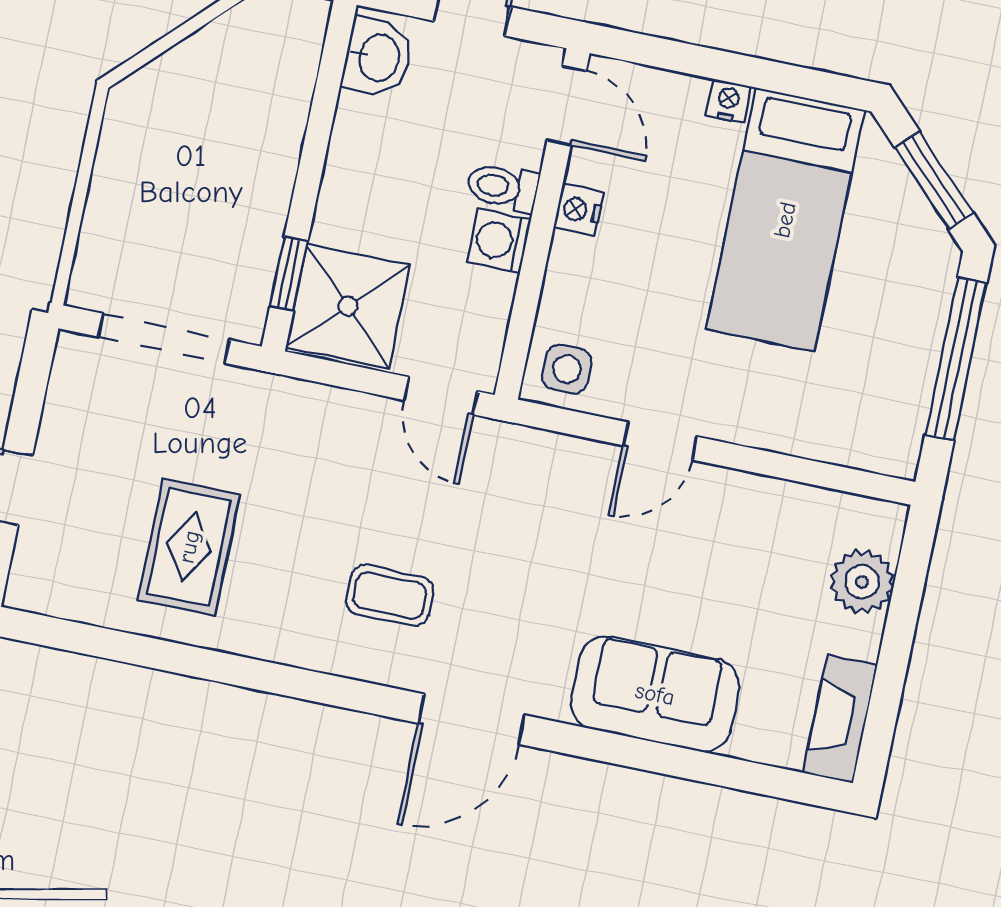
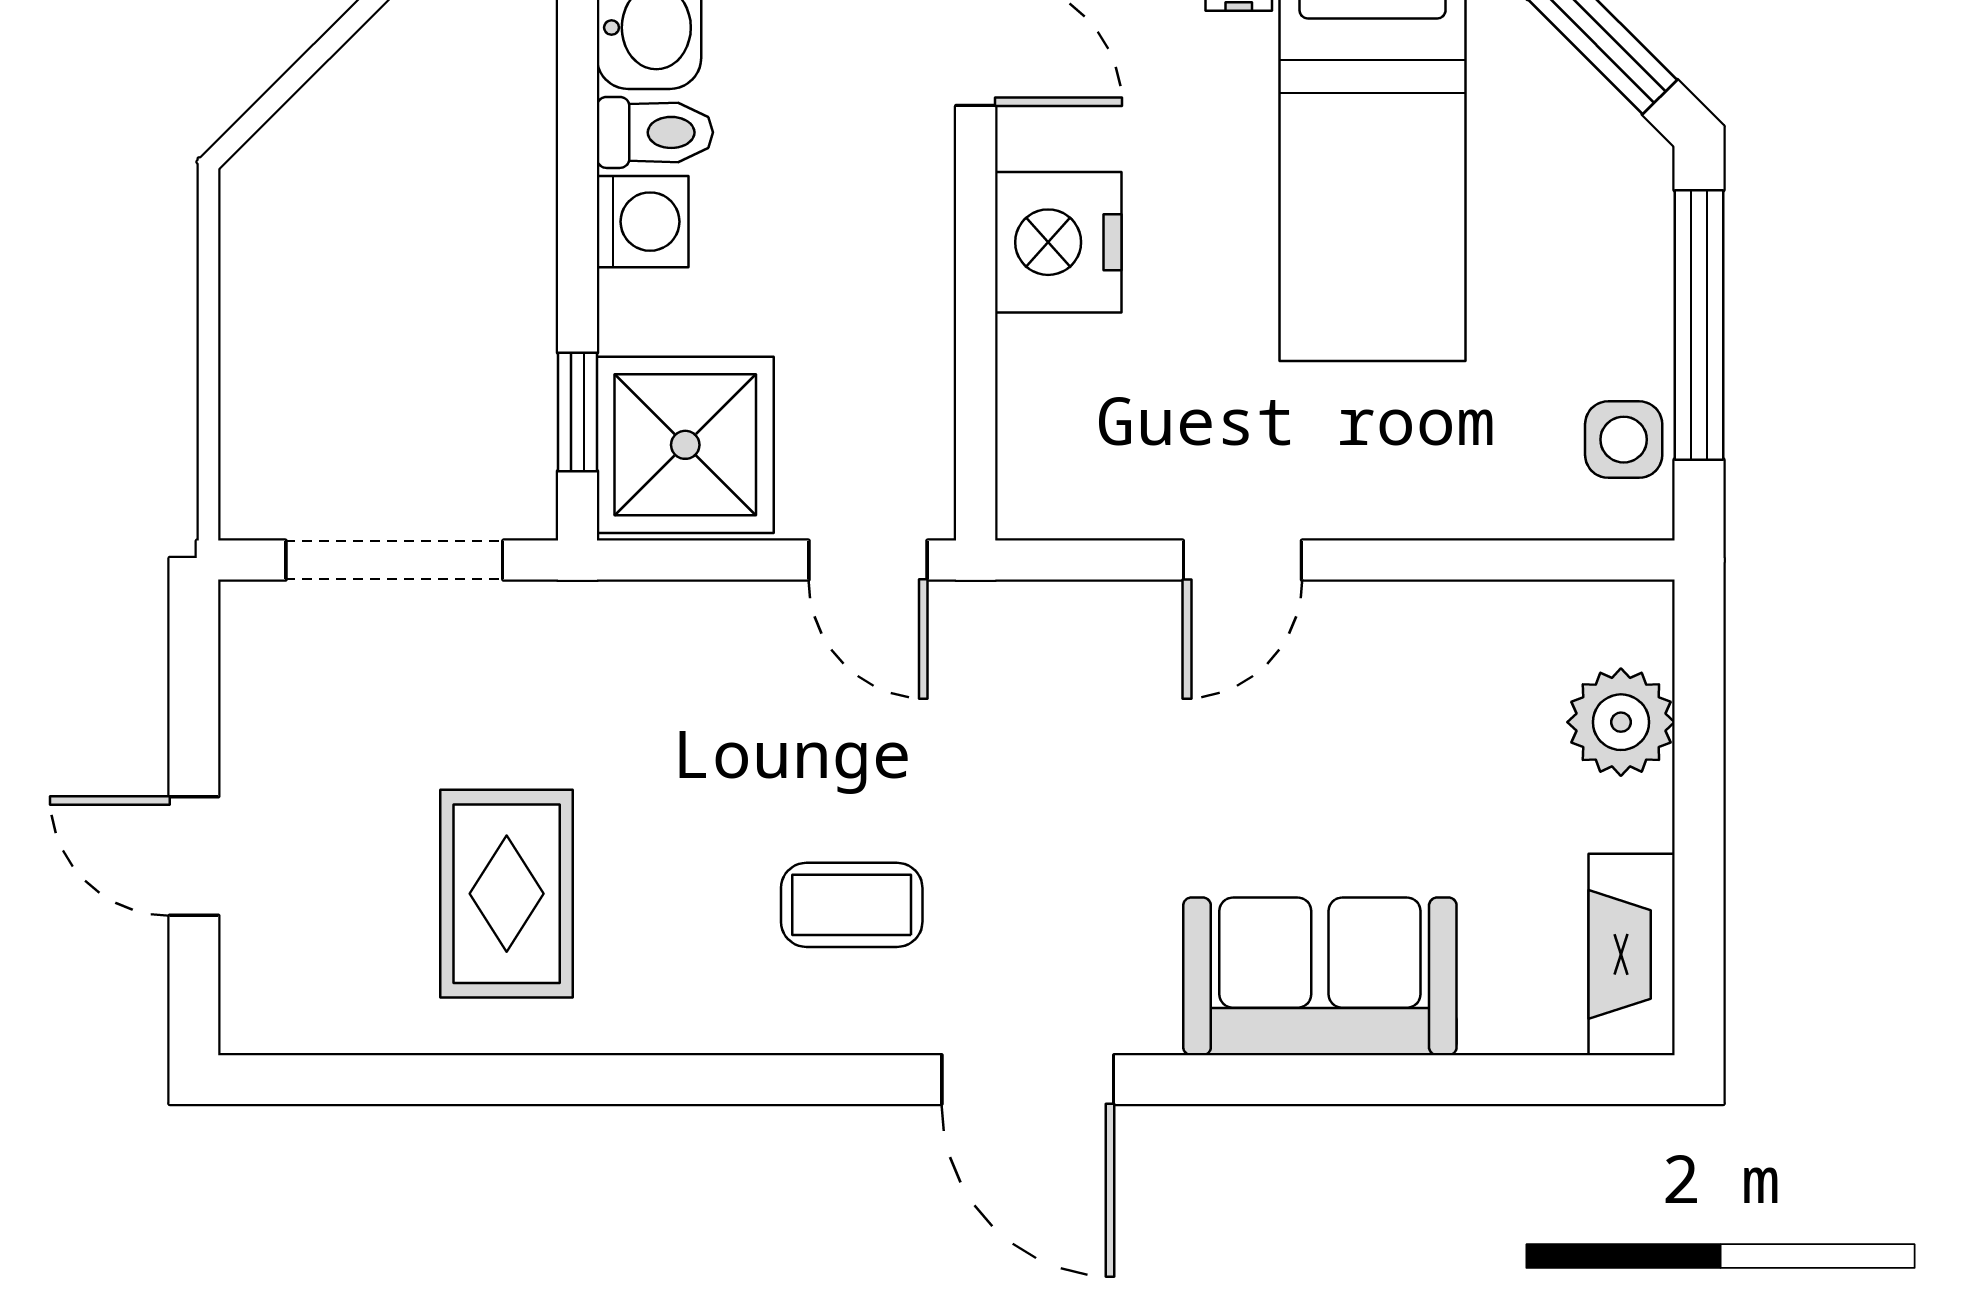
toilet: (503, 187) -> (655, 132), moved, turned 180
nightstand: (578, 210) -> (1058, 242), width x1.89, depth x1.79
washing machine: (499, 241) -> (643, 222), moved, turned 180
side table: (567, 369) -> (1624, 440), moved
door: (472, 719) -> (1028, 1080), hinge flipped

